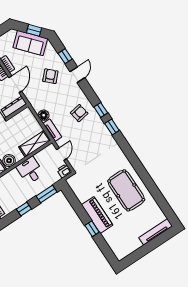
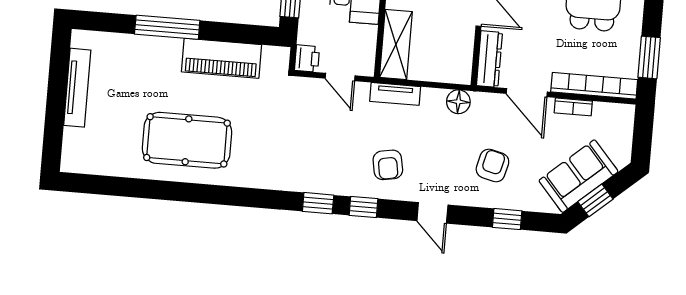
door: (77, 75) -> (432, 213), moved
armchair: (50, 76) -> (492, 165), turned -120
floor lamp: (44, 115) -> (458, 102), moved
piano: (97, 215) -> (222, 58), moved
window: (92, 229) -> (167, 27), width x2.17
tv unit: (156, 232) -> (77, 88), moved

